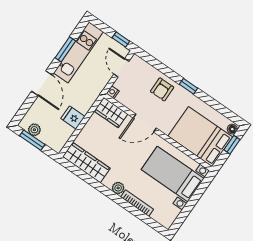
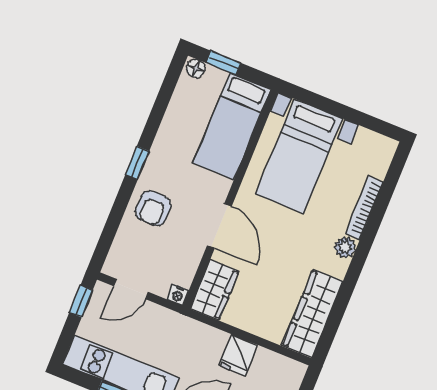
armchair: (162, 89) -> (153, 208), turned 90
bed: (200, 137) -> (232, 126), width x0.67

